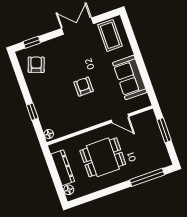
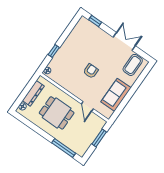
armchair: (36, 65) -> (84, 33), removed

